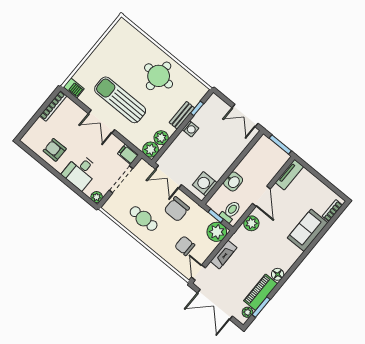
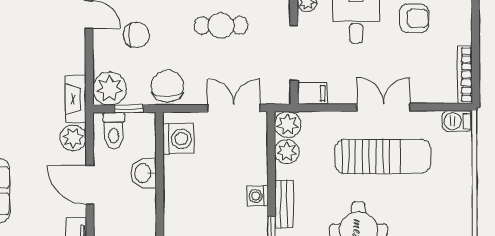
chair: (177, 209) -> (167, 86), moved
fireplace: (224, 255) -> (76, 99), moved

